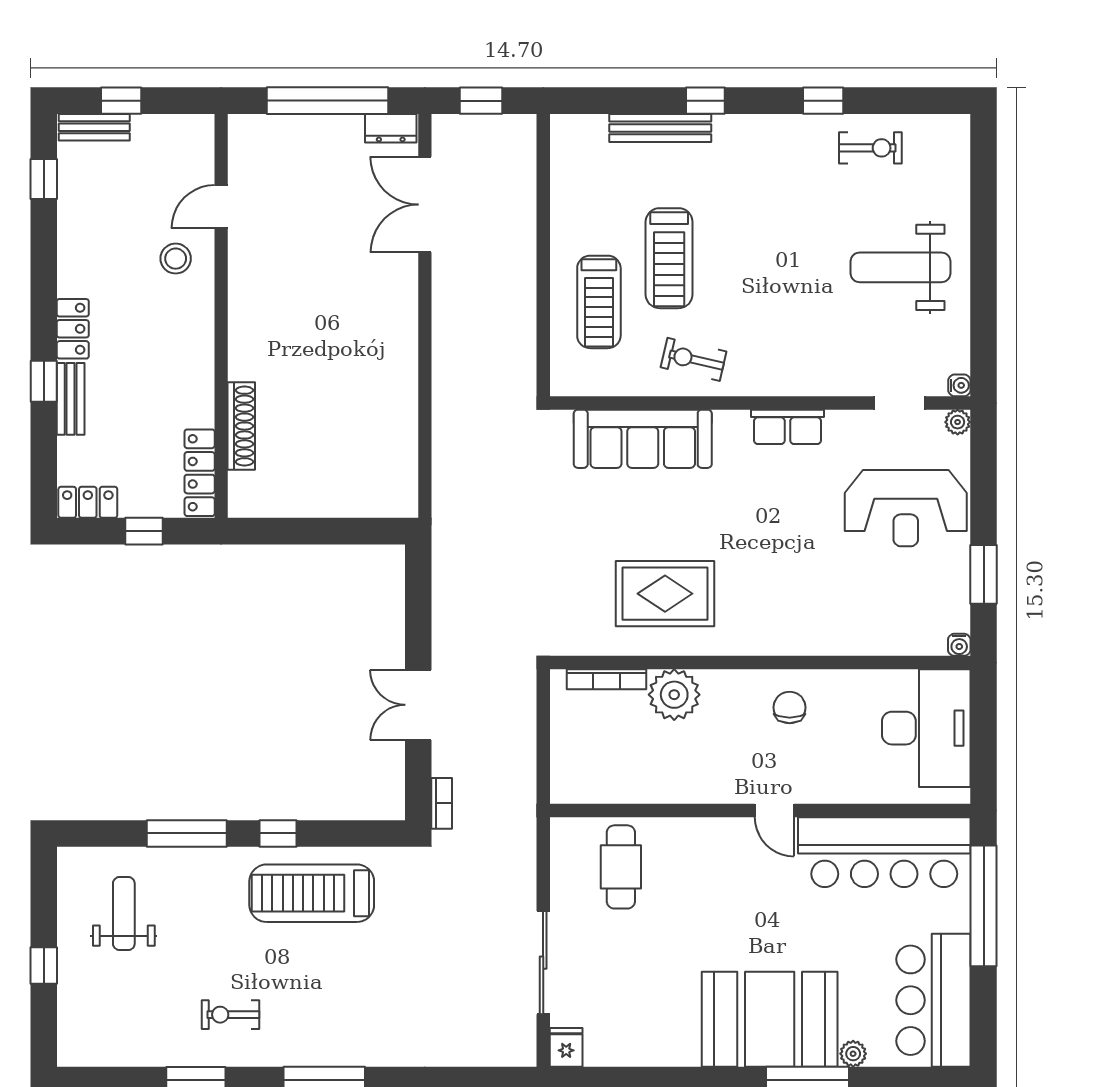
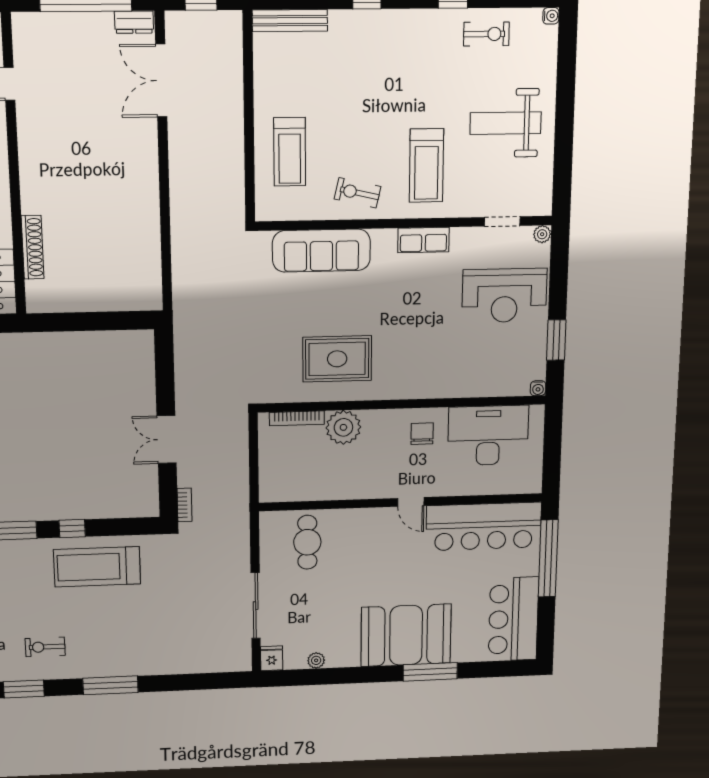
bench: (660, 128) -> (290, 21), moved
treadmill: (669, 258) -> (426, 166), moved
water cooler: (959, 385) -> (551, 16), moved
desk: (926, 728) -> (488, 435), moved, turned -90
plant: (853, 1054) -> (316, 660), moved

